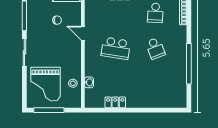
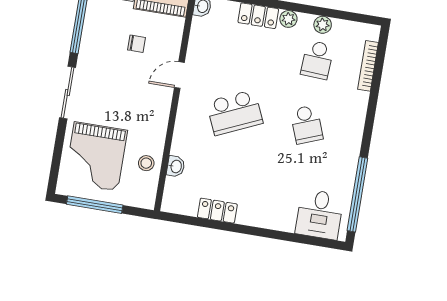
door: (83, 33) -> (179, 75), hinge flipped
school desk: (116, 48) -> (235, 113), turned -33
window: (189, 64) -> (357, 194), moved
desk: (170, 95) -> (320, 214), added

